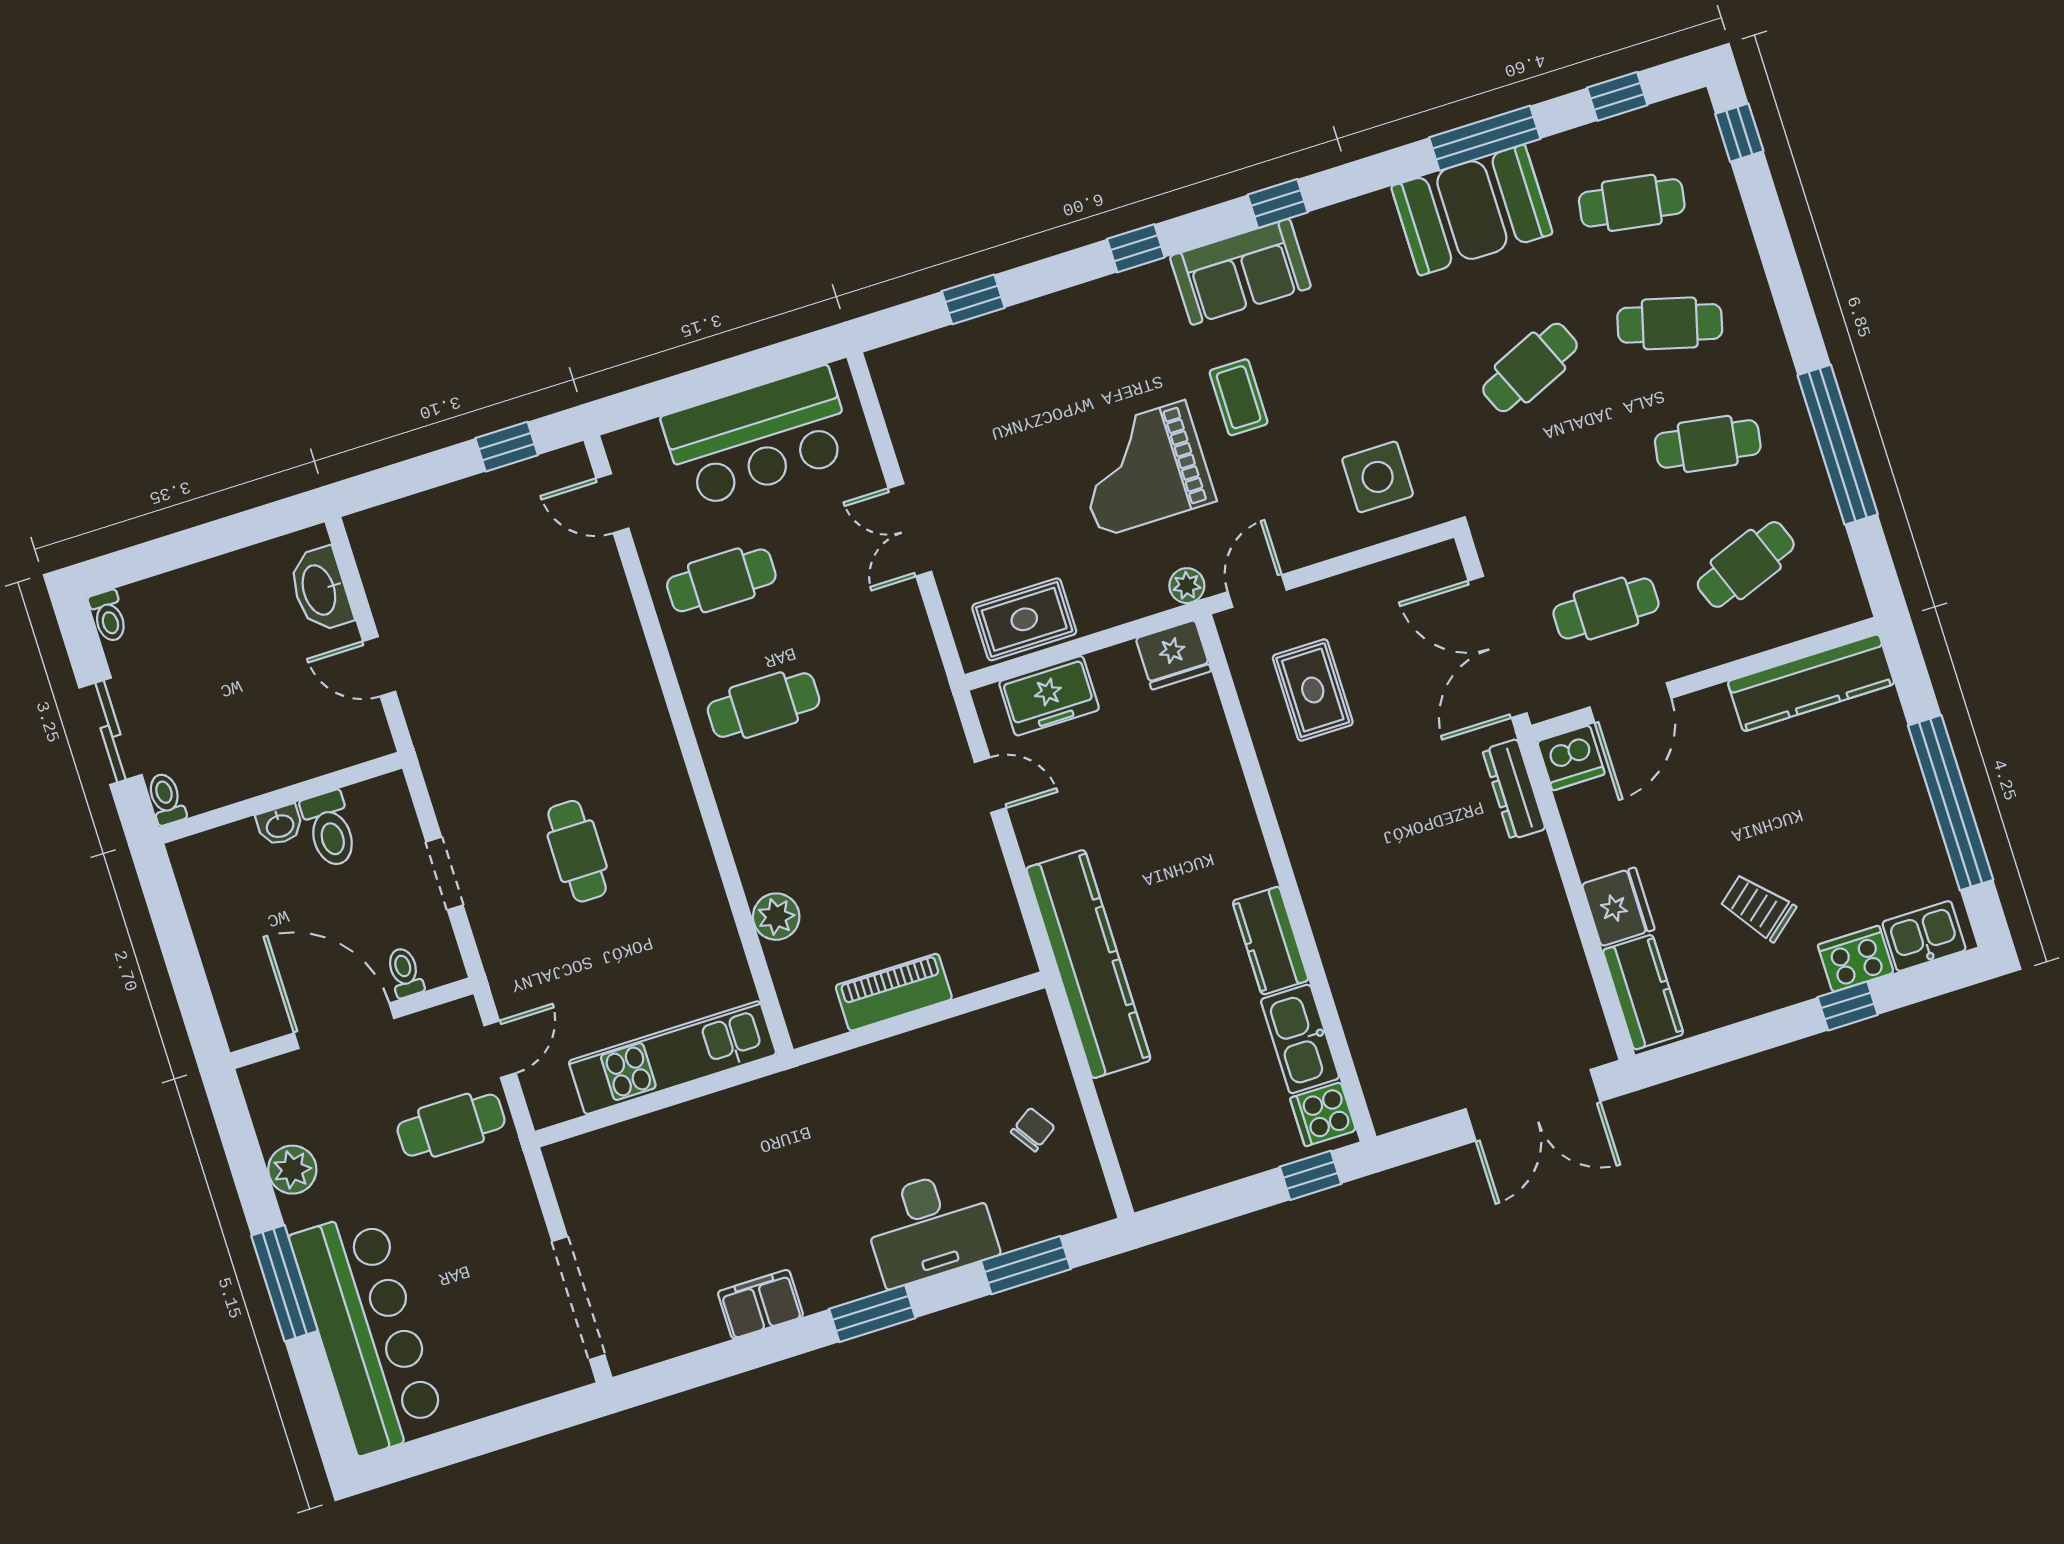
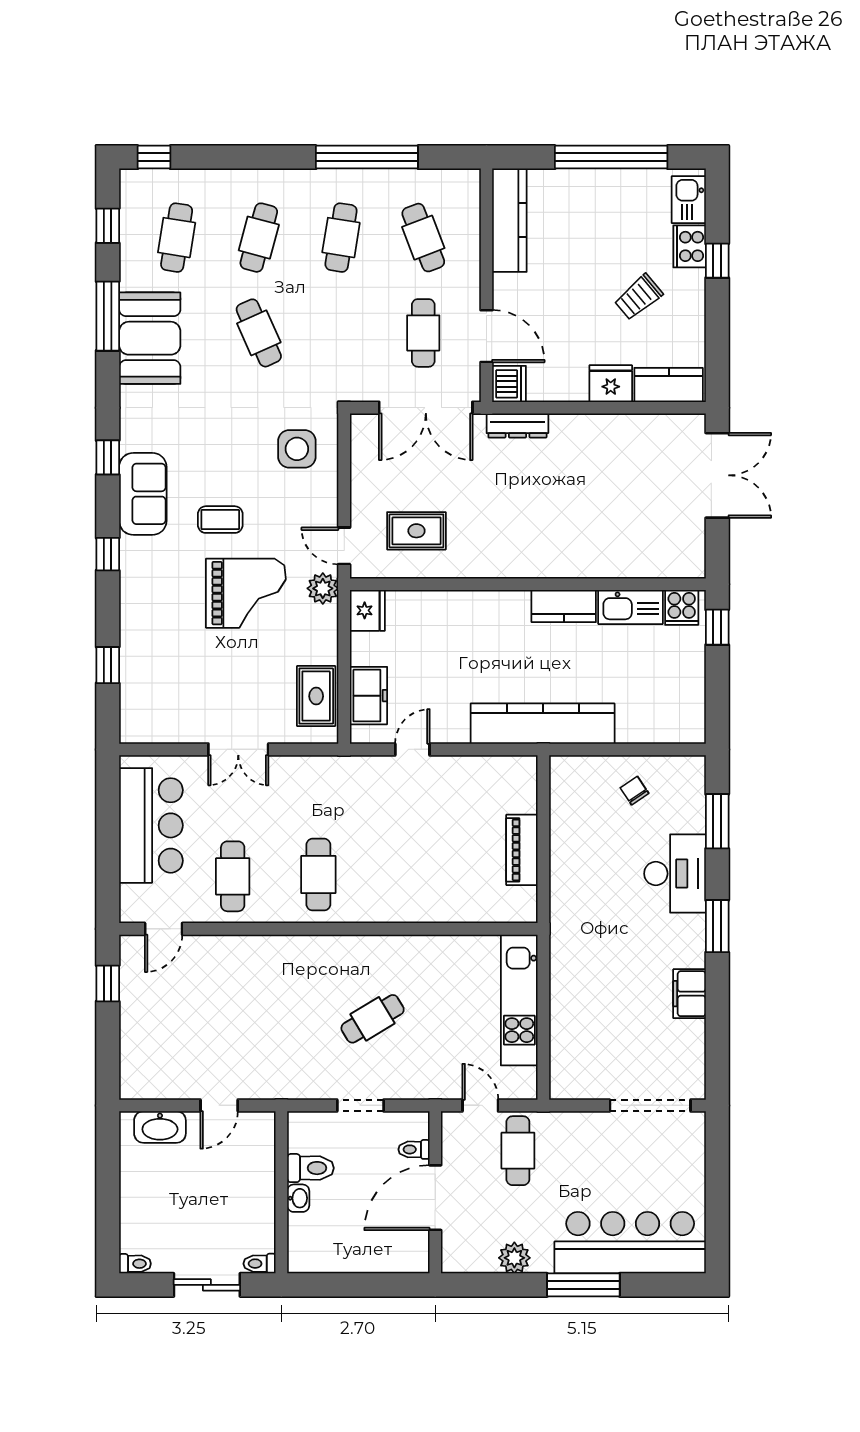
grand piano: (1143, 469) -> (246, 593), turned -90
plant: (1187, 586) -> (323, 588), width x1.38, depth x1.38
cafe table: (577, 851) -> (373, 1019), turned -31
plant: (776, 917) -> (452, 908), removed

